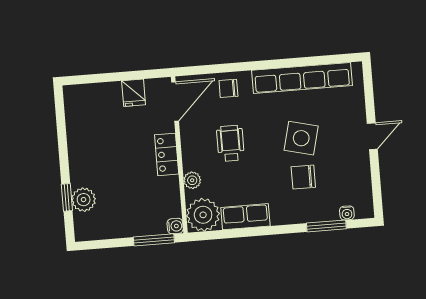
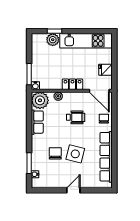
kitchen unit: (81, 135) -> (86, 41), added
door: (372, 136) -> (73, 190), swing flipped

